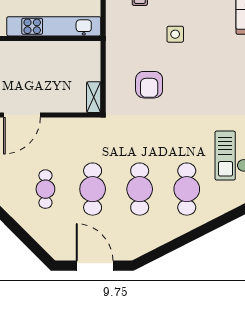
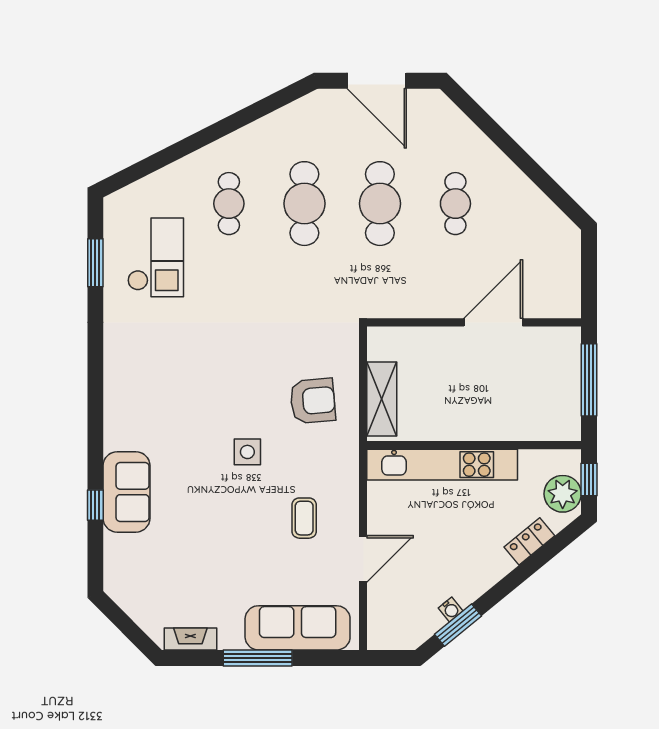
armchair: (149, 85) -> (313, 401), moved, turned 85
shelving: (94, 97) -> (382, 399), moved, width x1.50, depth x1.33
cafe table: (187, 189) -> (229, 204), width x0.73, depth x0.74

